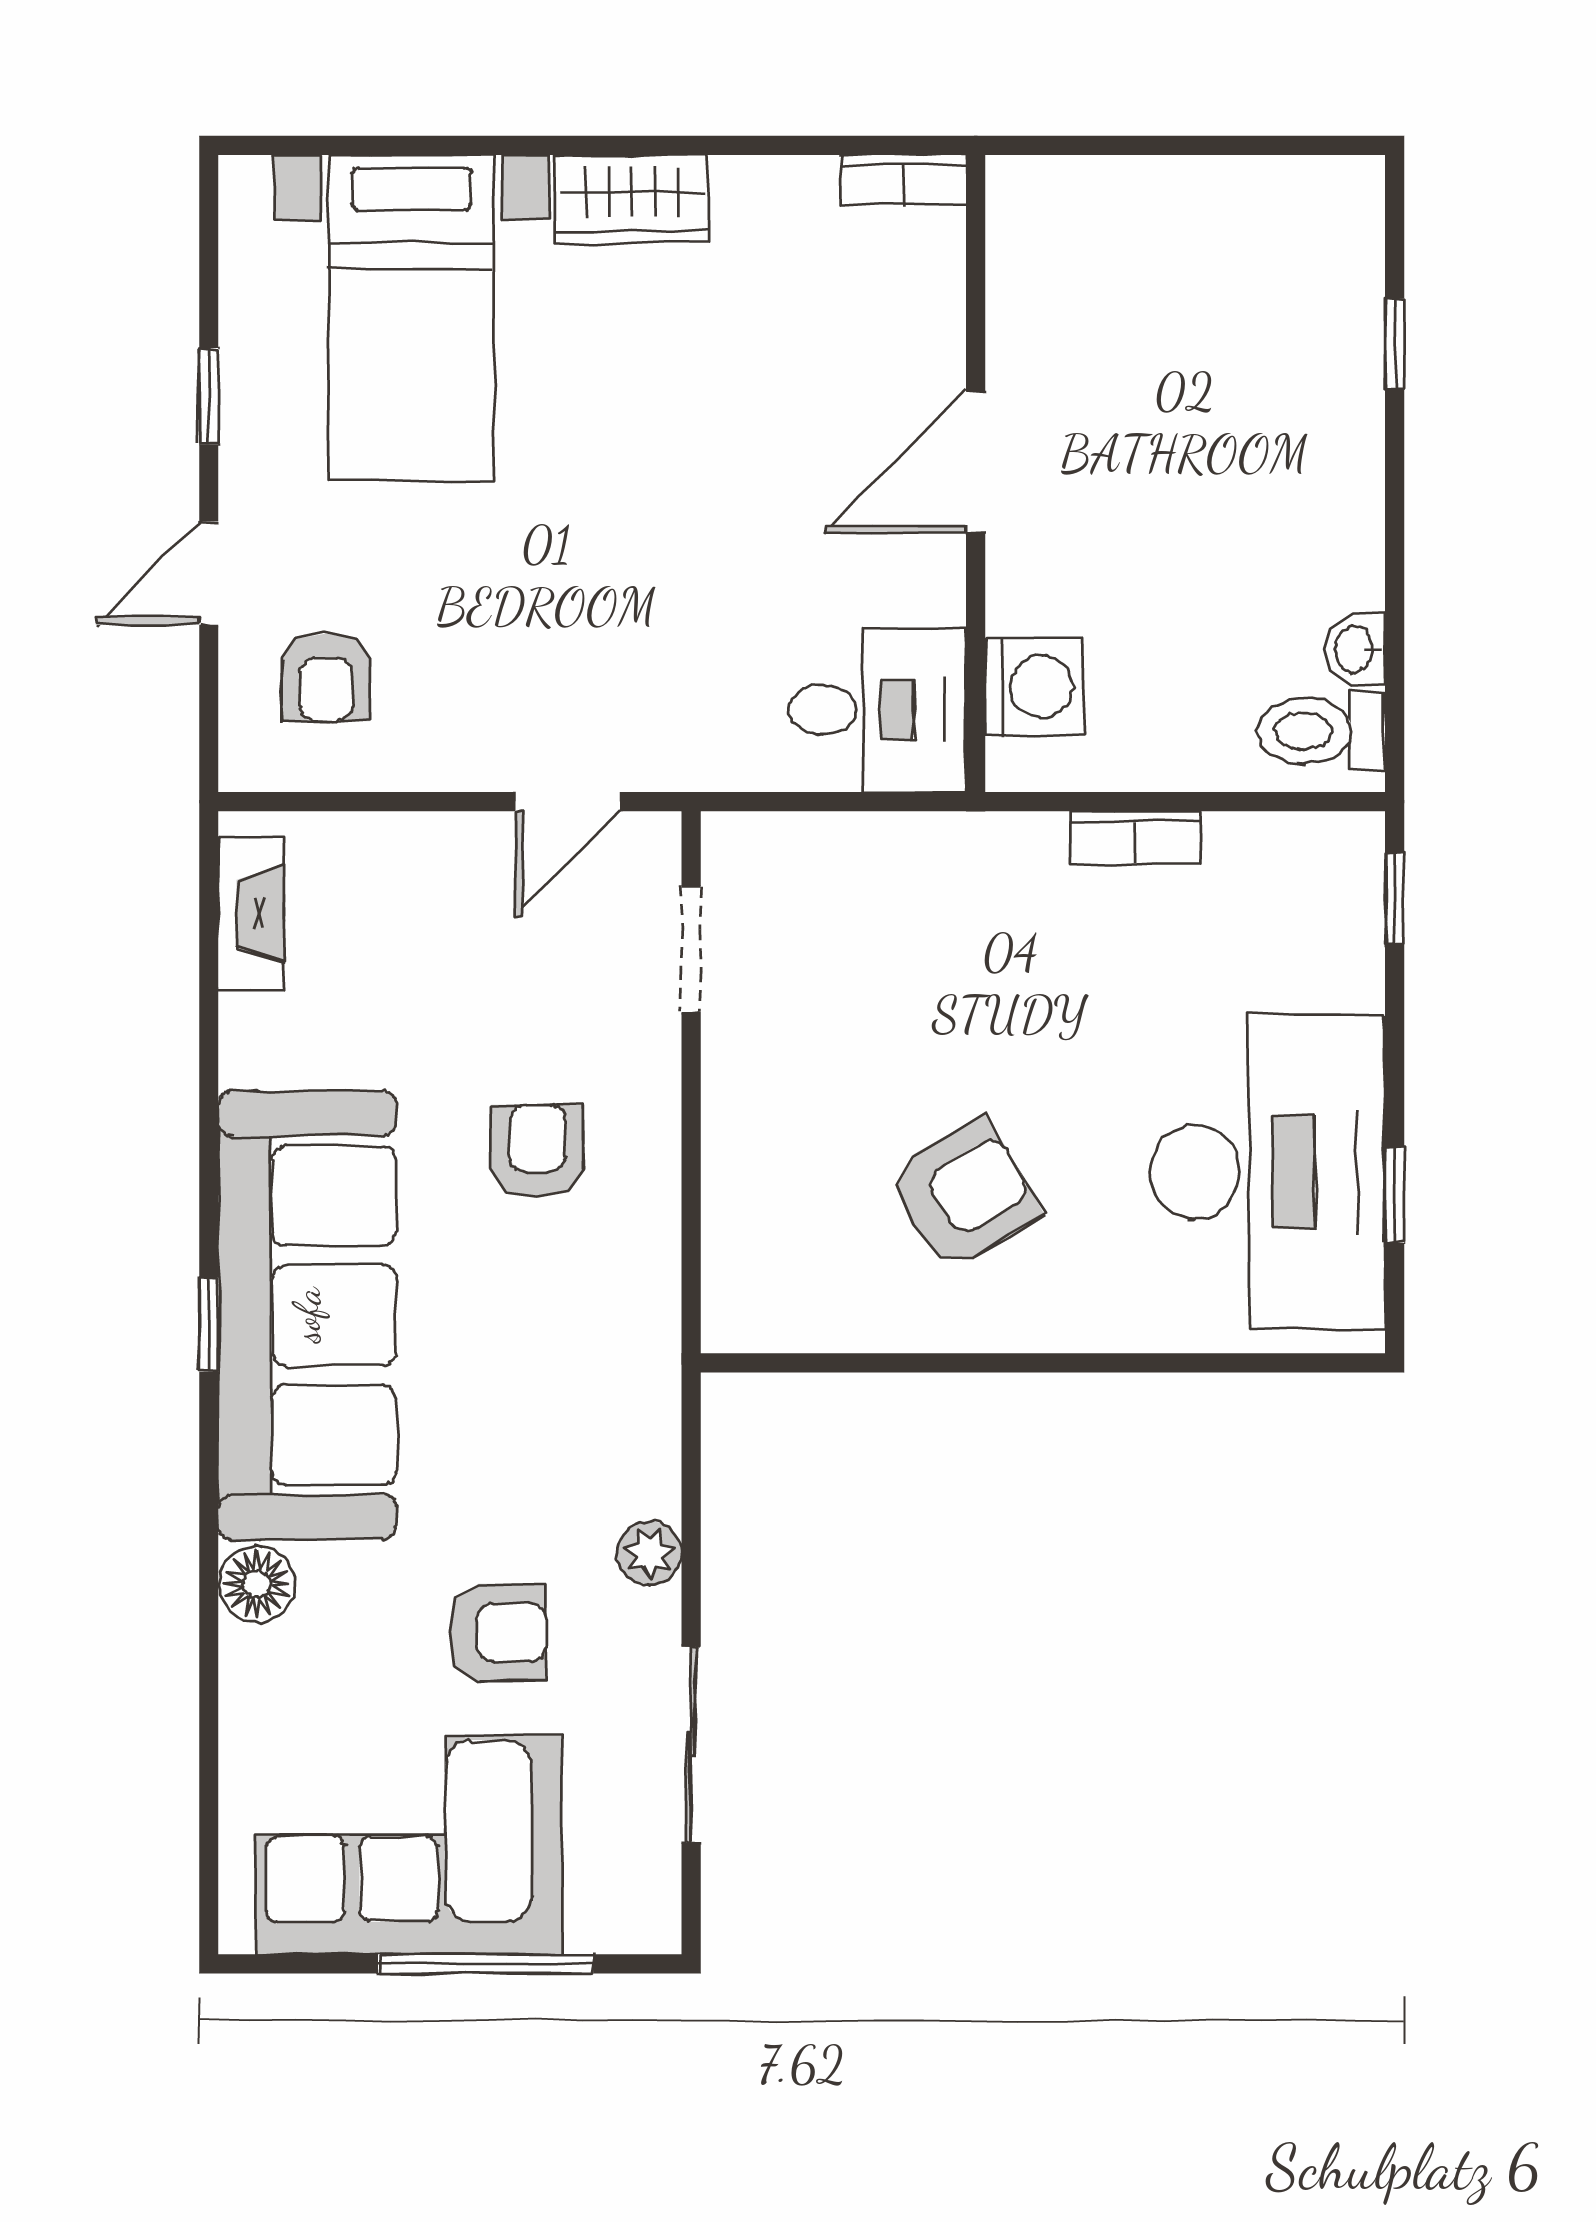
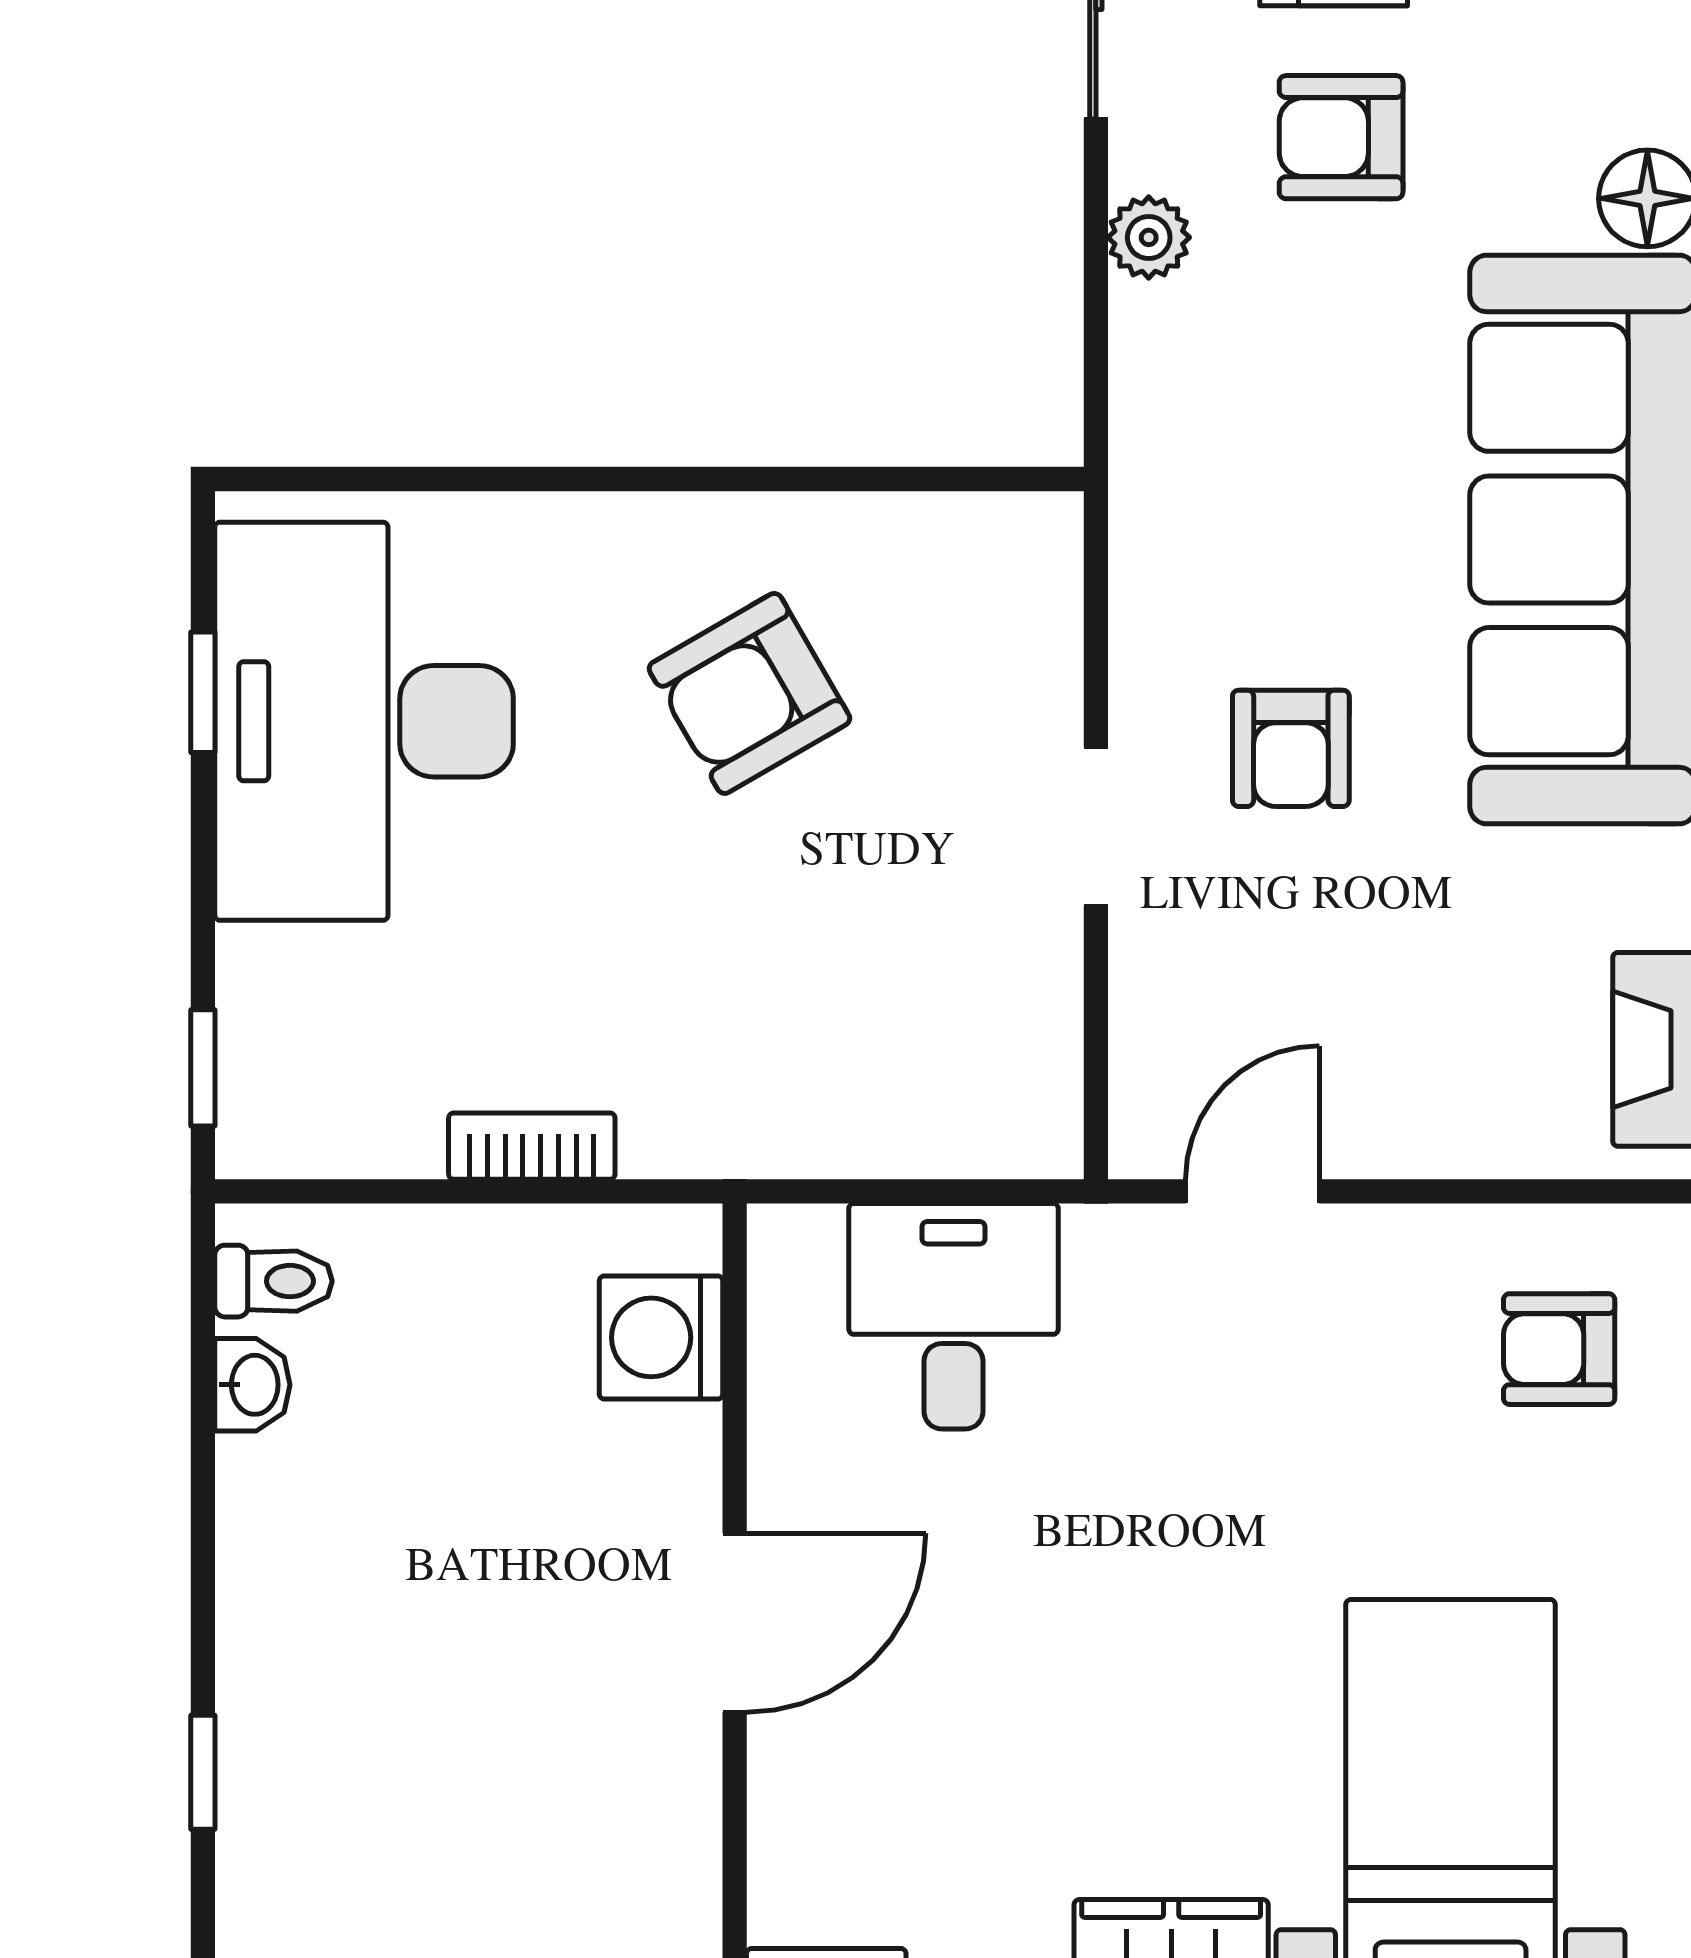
armchair: (326, 677) -> (1559, 1349), turned -90
desk: (877, 710) -> (953, 1316), moved, turned 90
toilet: (1321, 731) -> (274, 1281), width x0.73, depth x0.72
doorway: (691, 949) -> (1096, 826), moved

